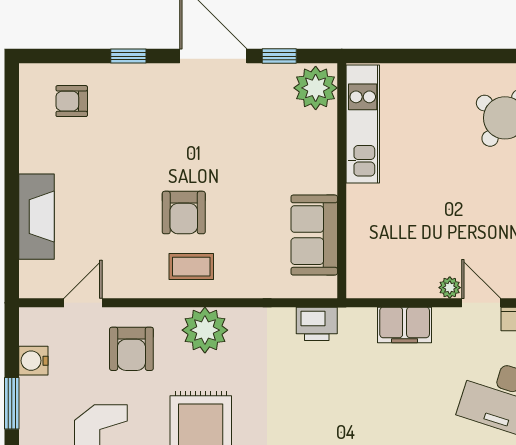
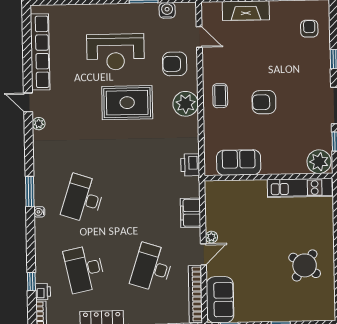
armchair: (184, 213) -> (264, 102), moved

